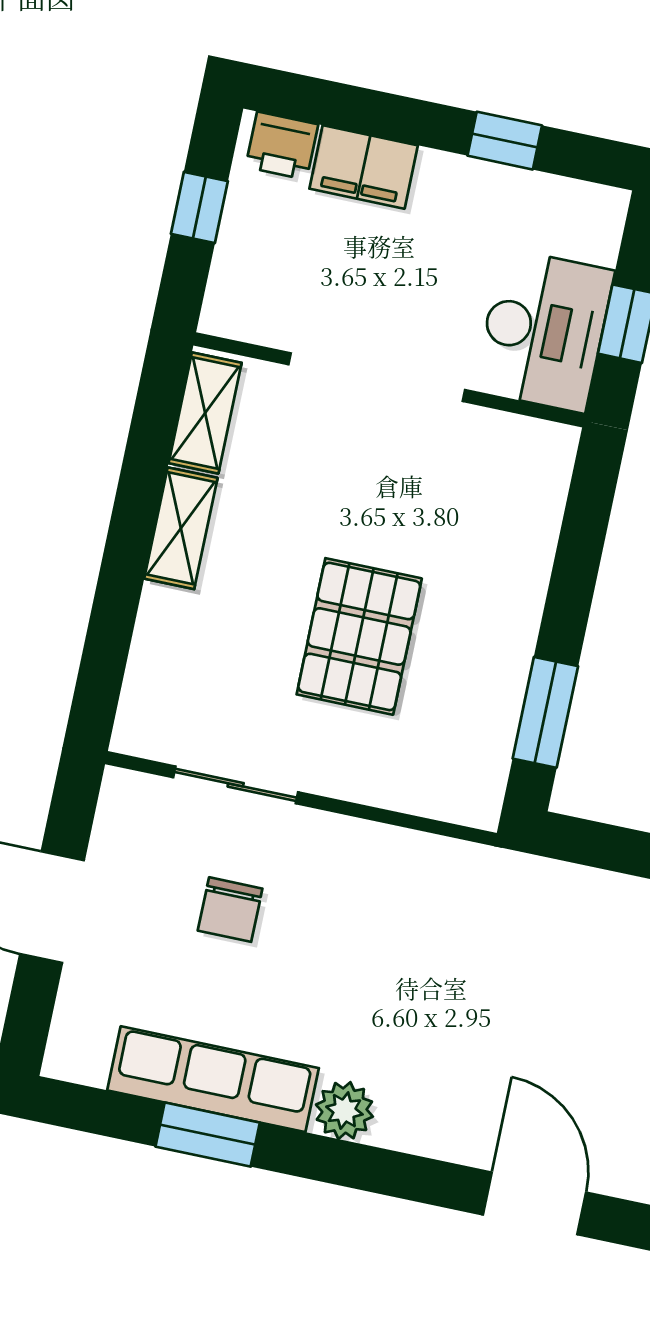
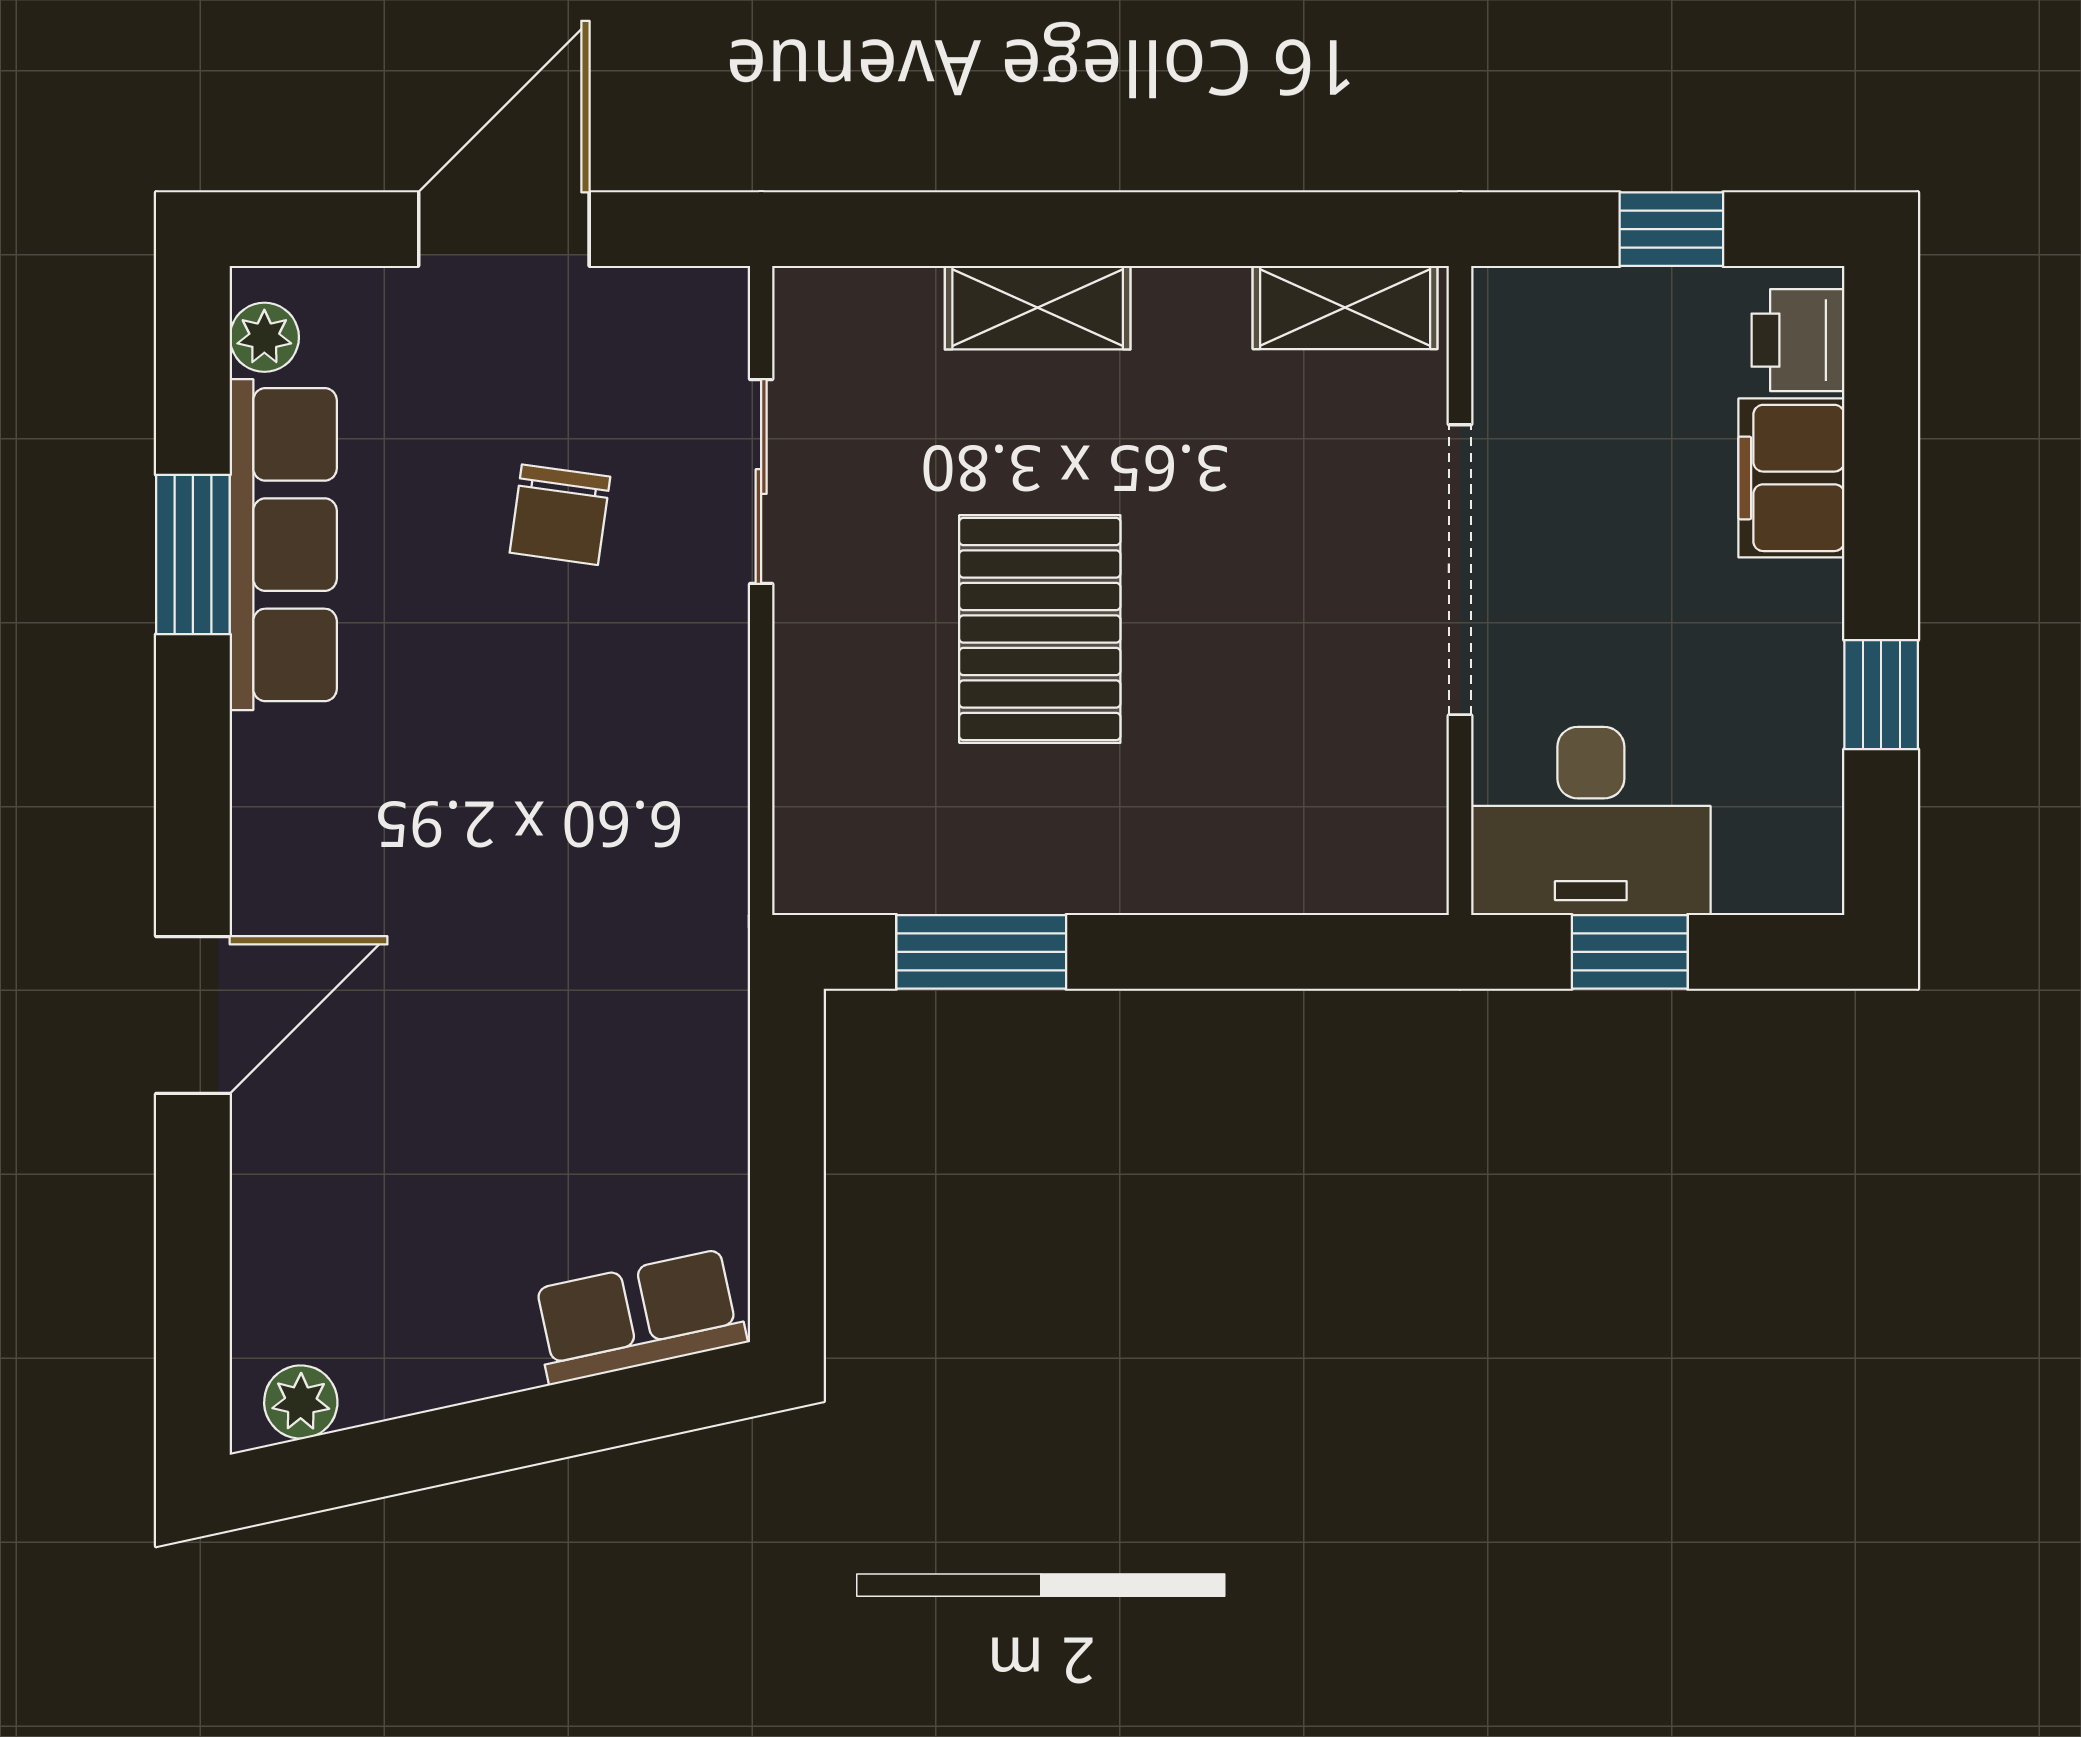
shelving: (181, 528) -> (1038, 308), moved
pallet: (359, 636) -> (1040, 629), turned 90
chair: (230, 910) -> (560, 515), turned -82
plant: (344, 1111) -> (264, 337), moved, width x0.73, depth x0.73
door: (534, 1203) -> (193, 1015), moved

